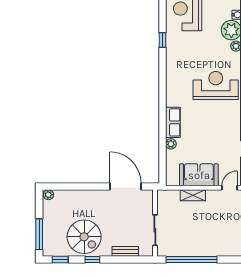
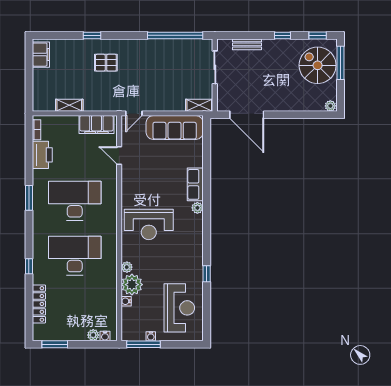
plant: (171, 144) -> (197, 208), moved
sofa: (199, 175) -> (175, 127), width x1.36
shelving: (193, 195) -> (199, 105), moved
spiral stairs: (84, 237) -> (318, 65), moved

